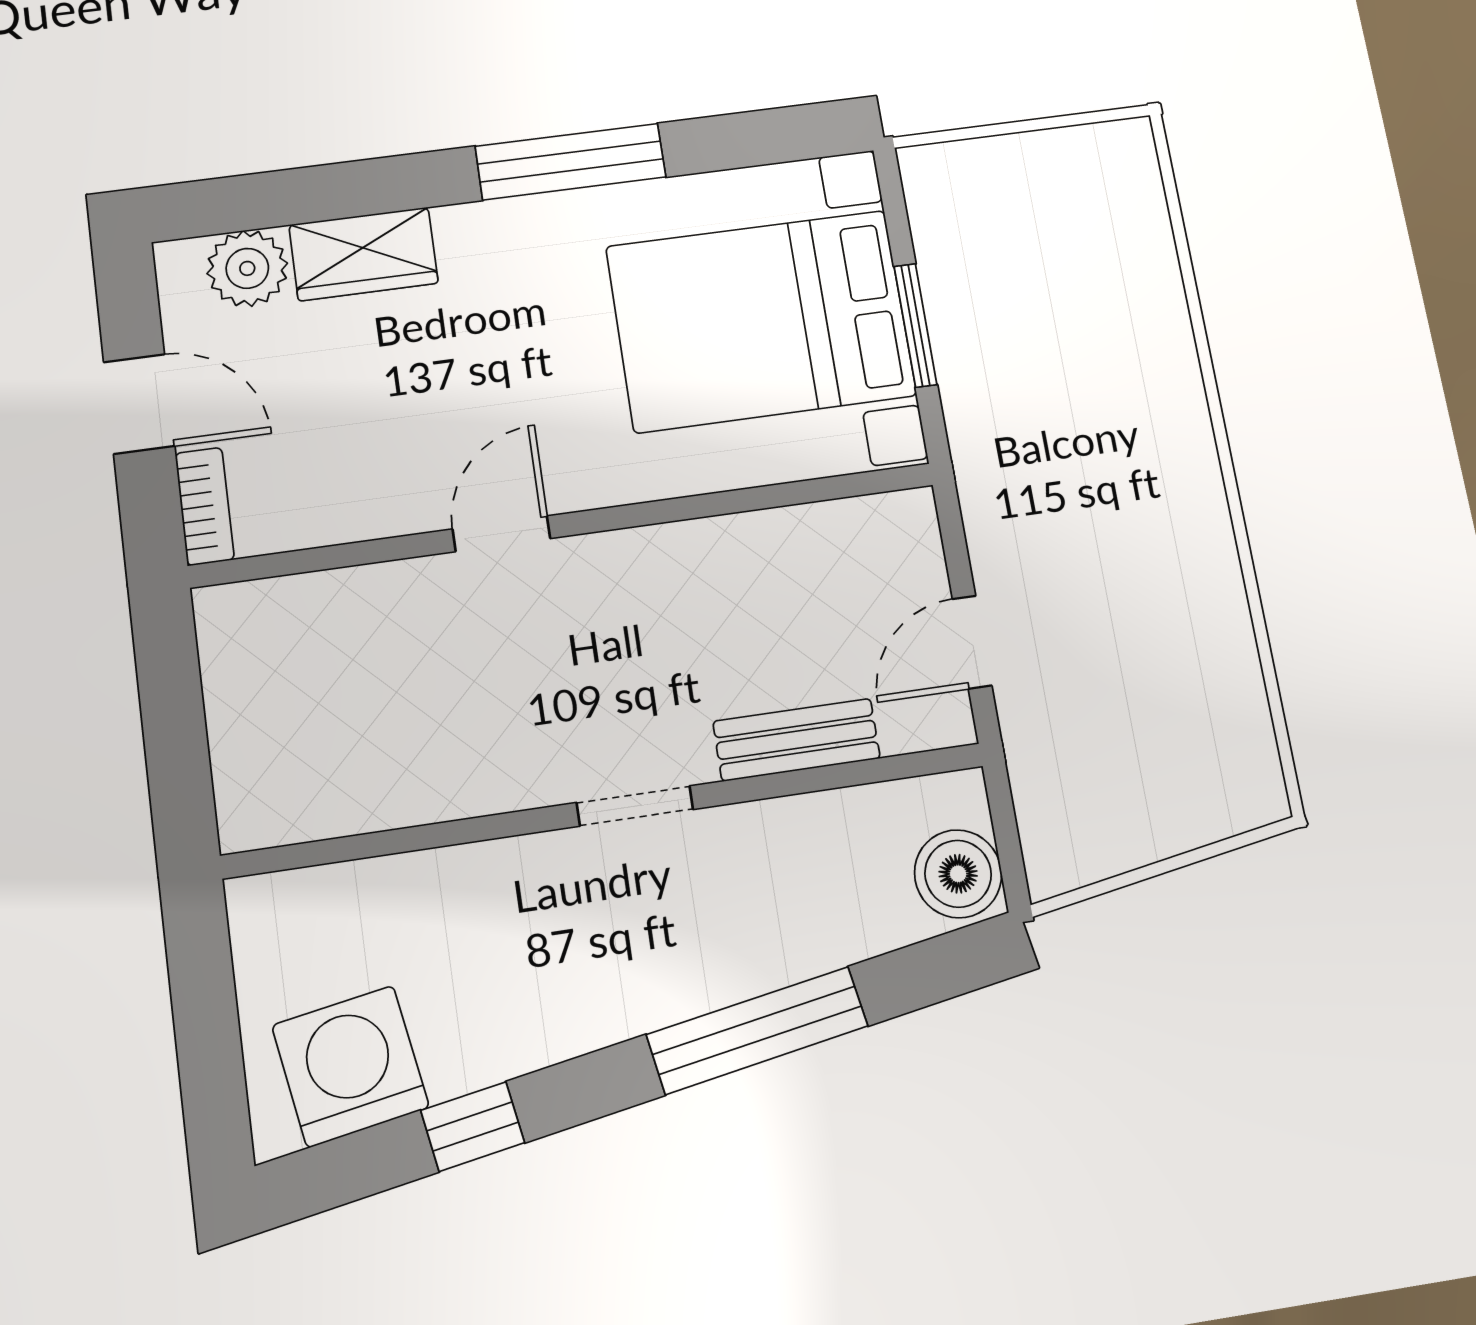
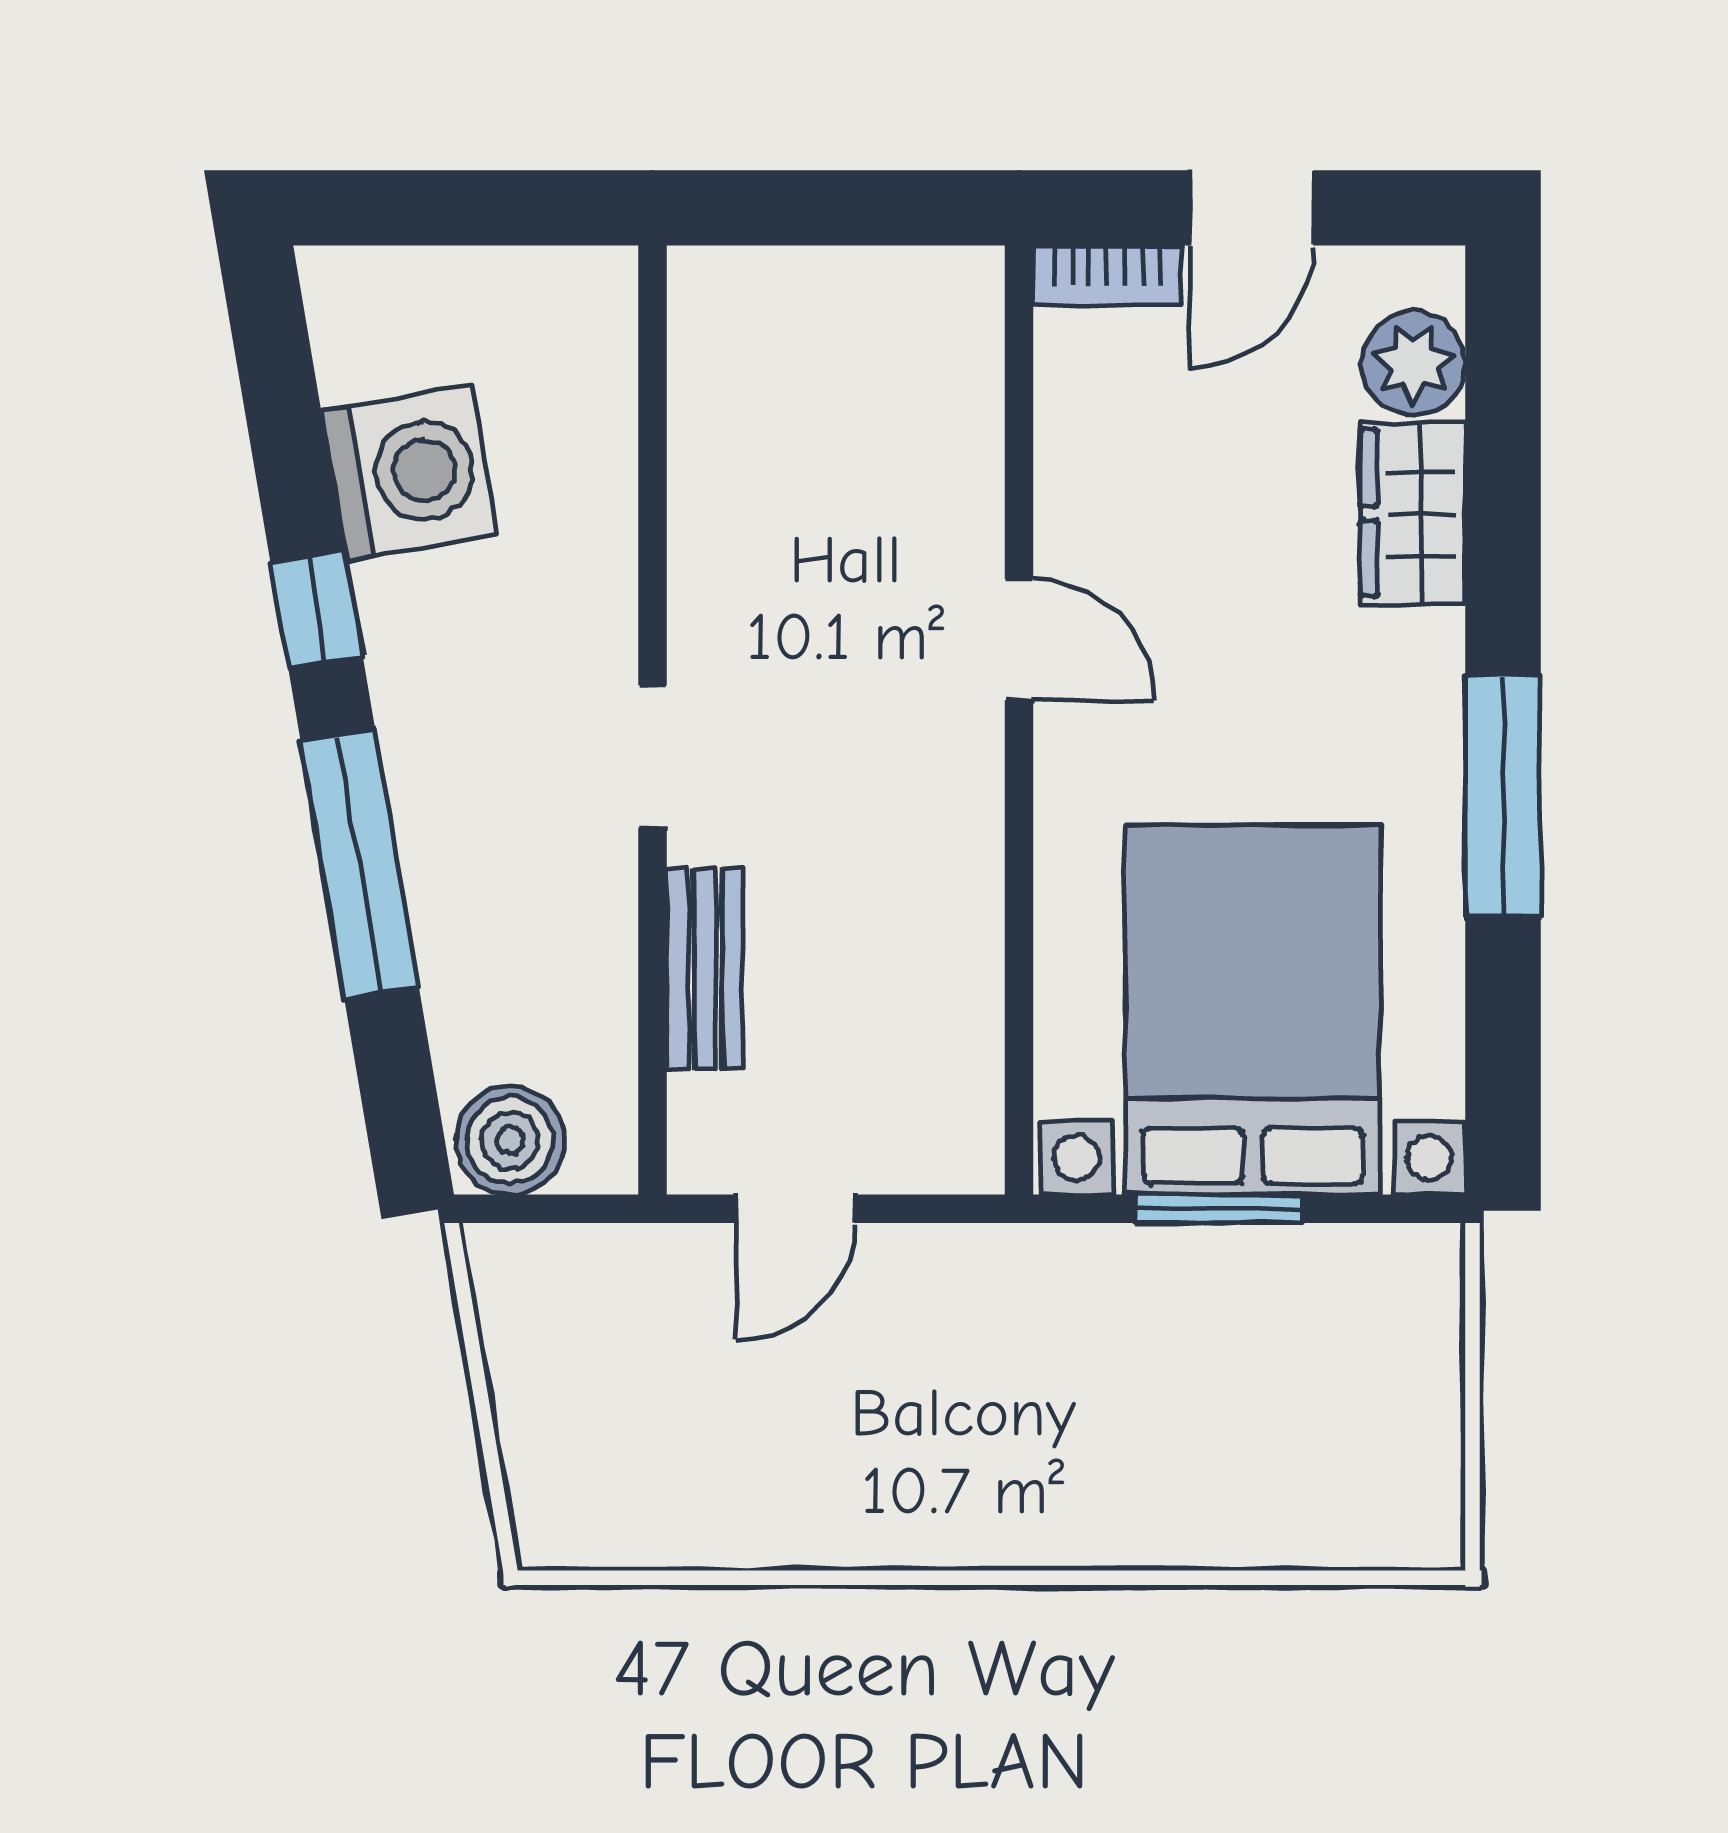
door: (972, 642) -> (795, 1209), swing flipped
washing machine: (350, 1066) -> (409, 473), moved
window: (473, 1126) -> (317, 609), moved

